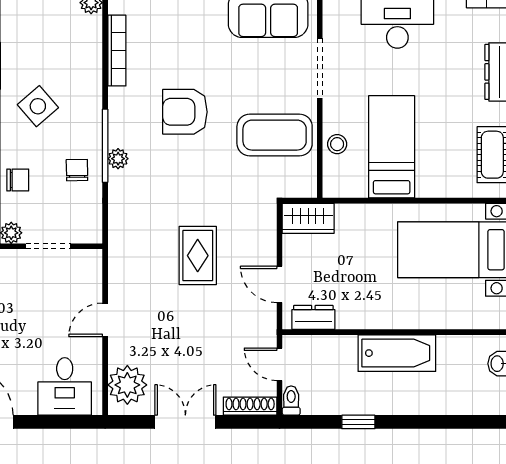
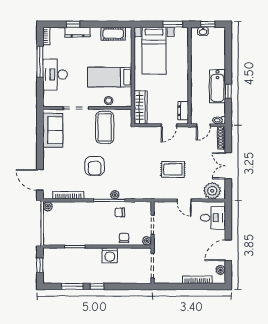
side table: (38, 106) -> (92, 229), removed
wardrobe: (308, 218) -> (141, 107), width x1.50
rug: (198, 256) -> (173, 169), moved
bathtub: (397, 353) -> (217, 86), moved, turned 180

